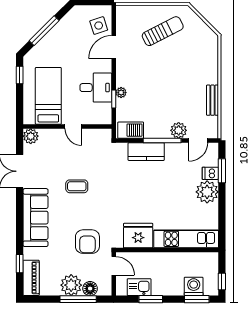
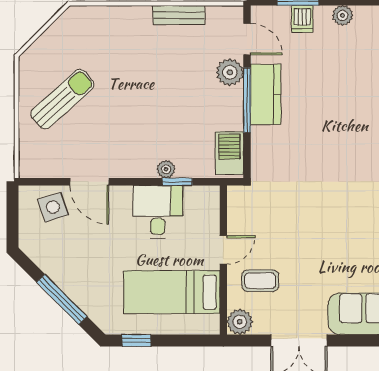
sun lounger: (163, 31) -> (62, 99), turned 75
kitchen counter: (146, 152) -> (266, 94), moved
coffee table: (77, 186) -> (260, 281), moved, turned 90
plant: (207, 192) -> (342, 15), width x0.53, depth x0.53

